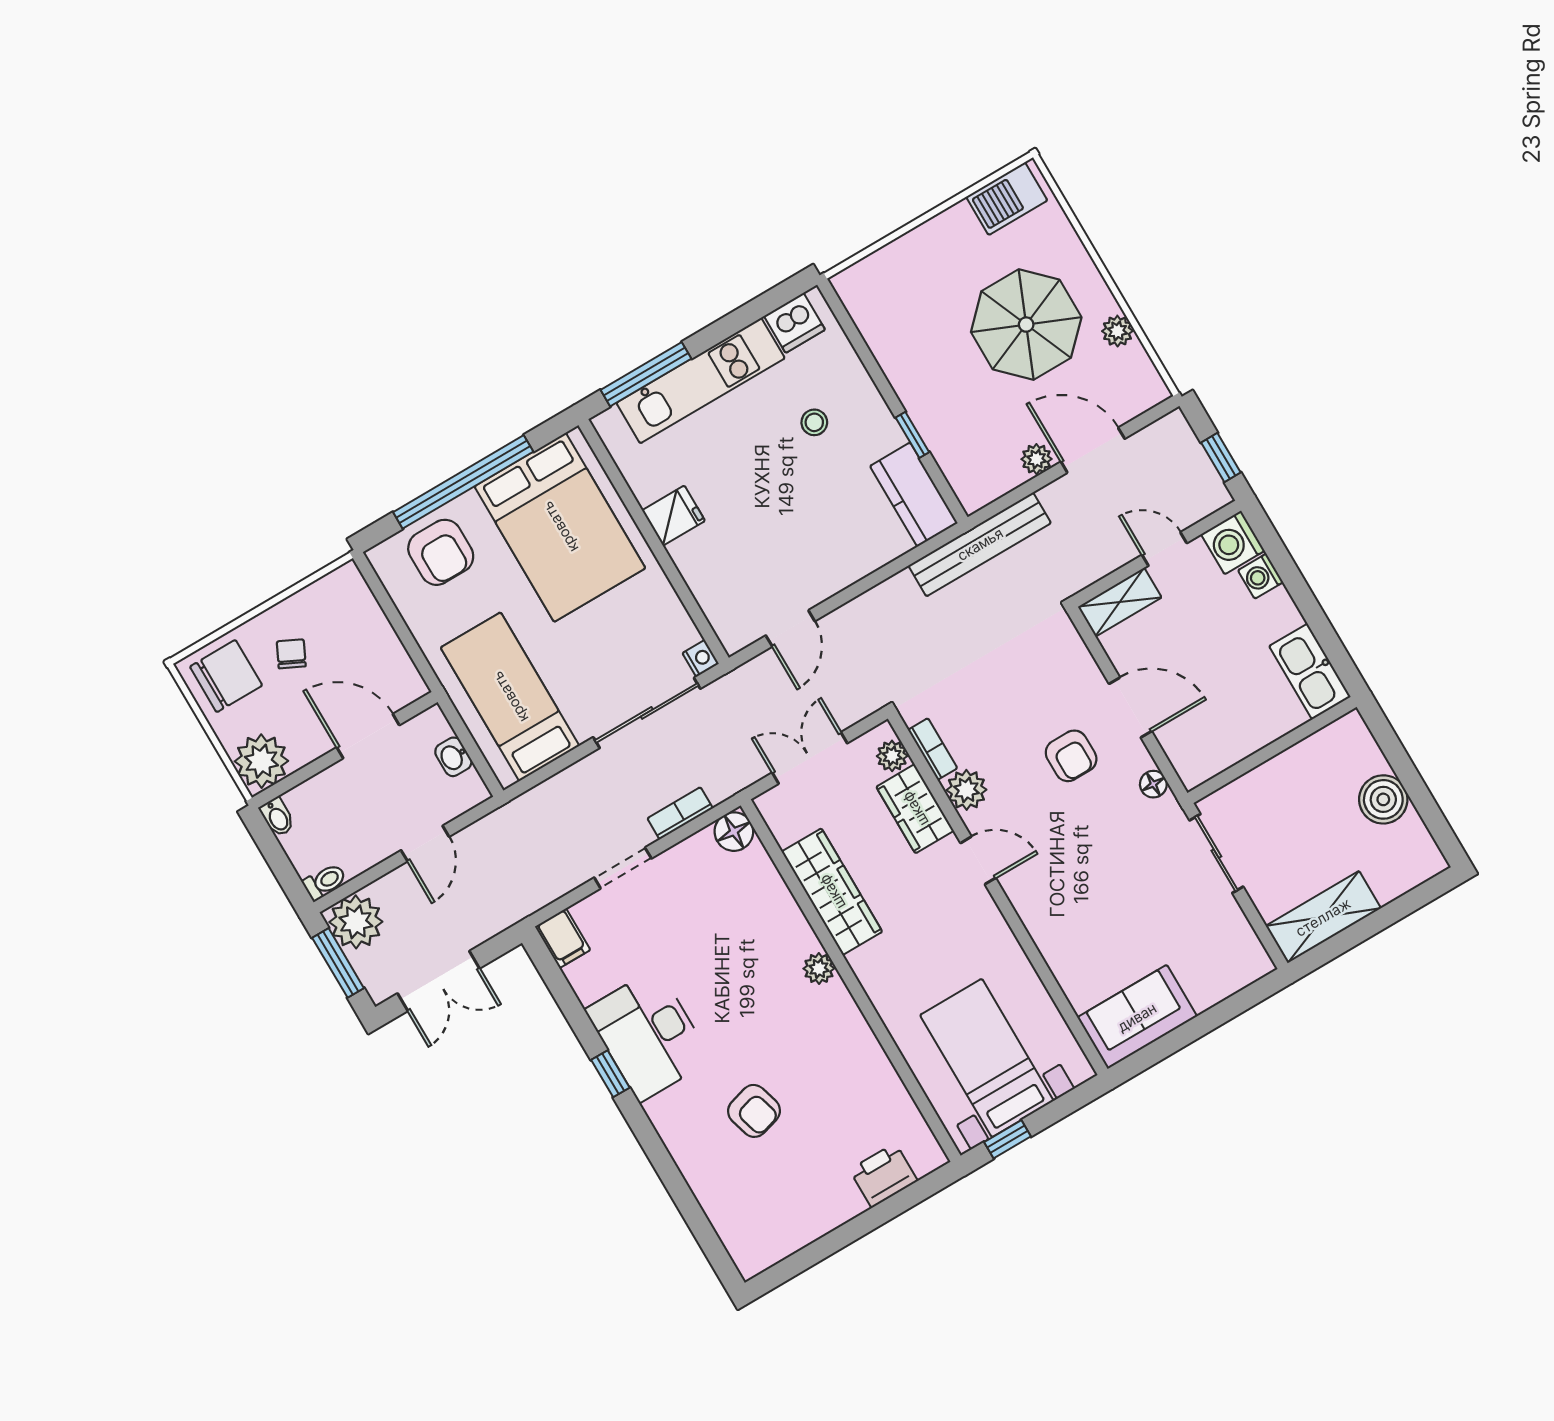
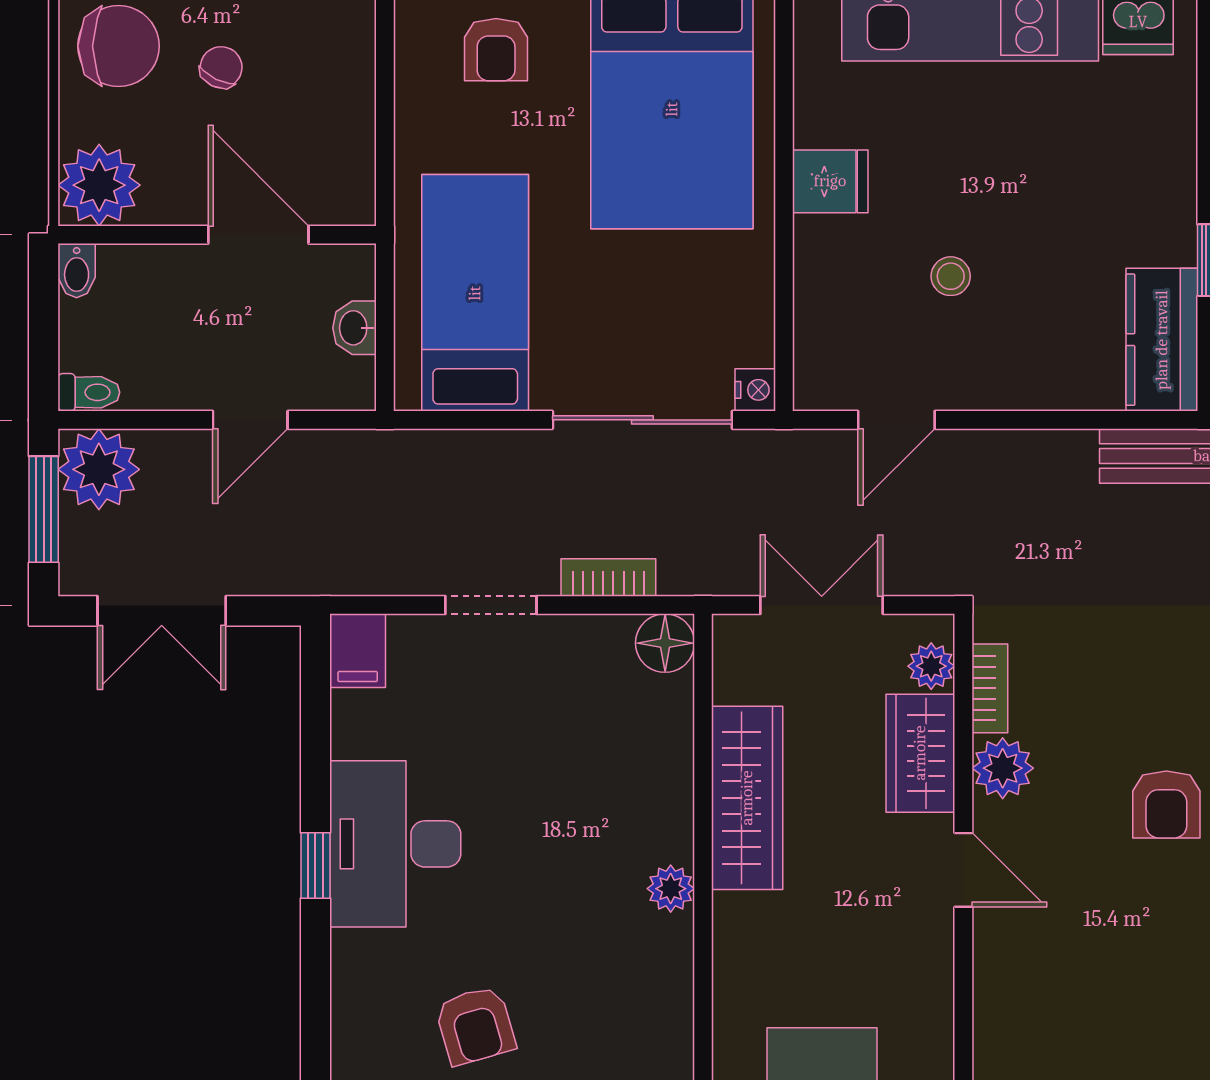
stool: (814, 422) -> (951, 276), moved
armchair: (441, 552) -> (496, 50), width x0.72, depth x0.72

